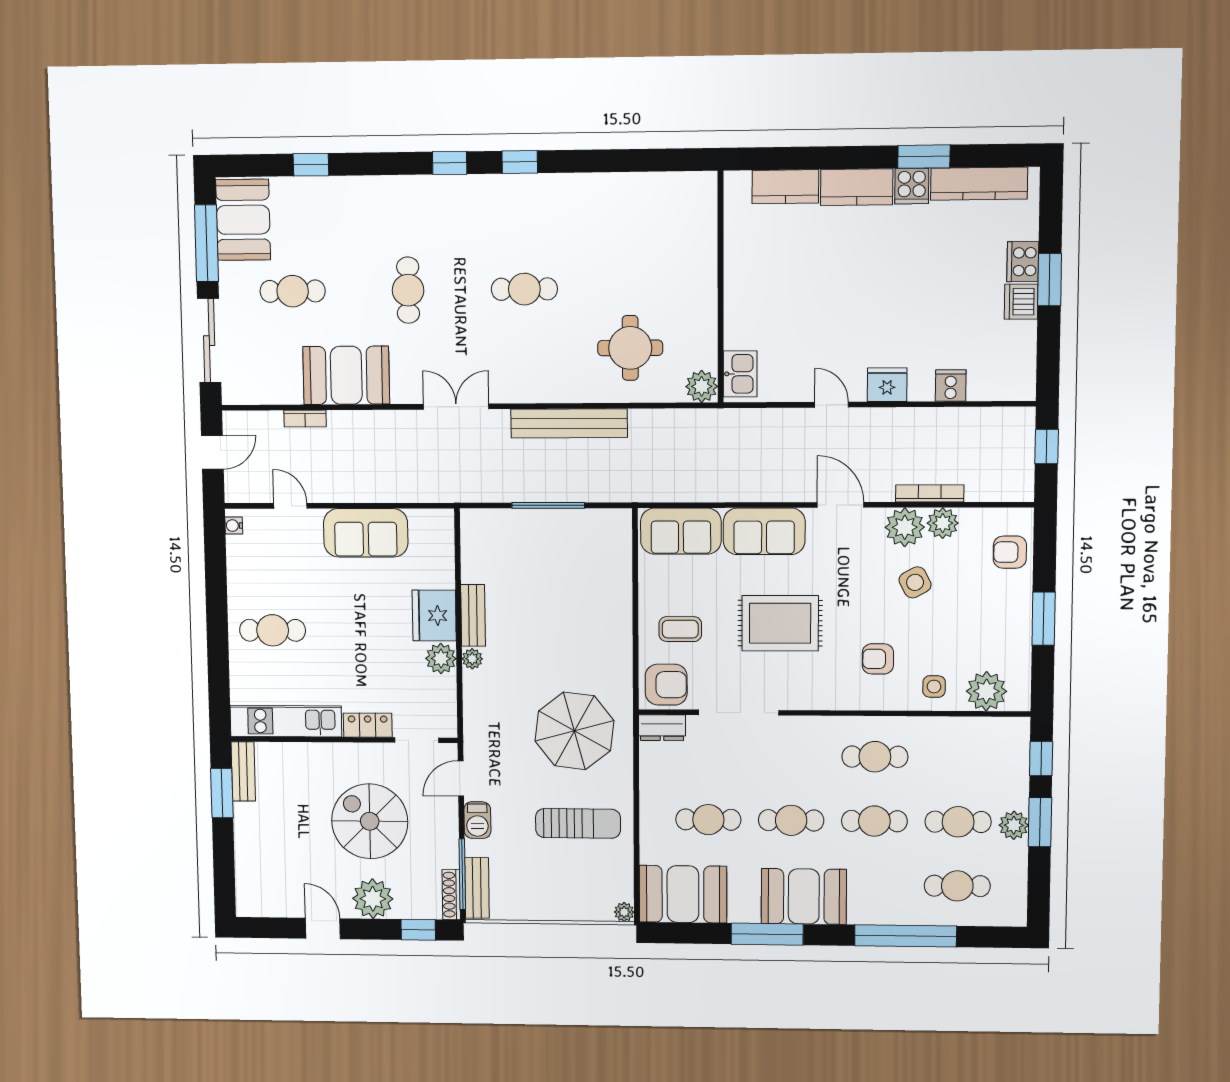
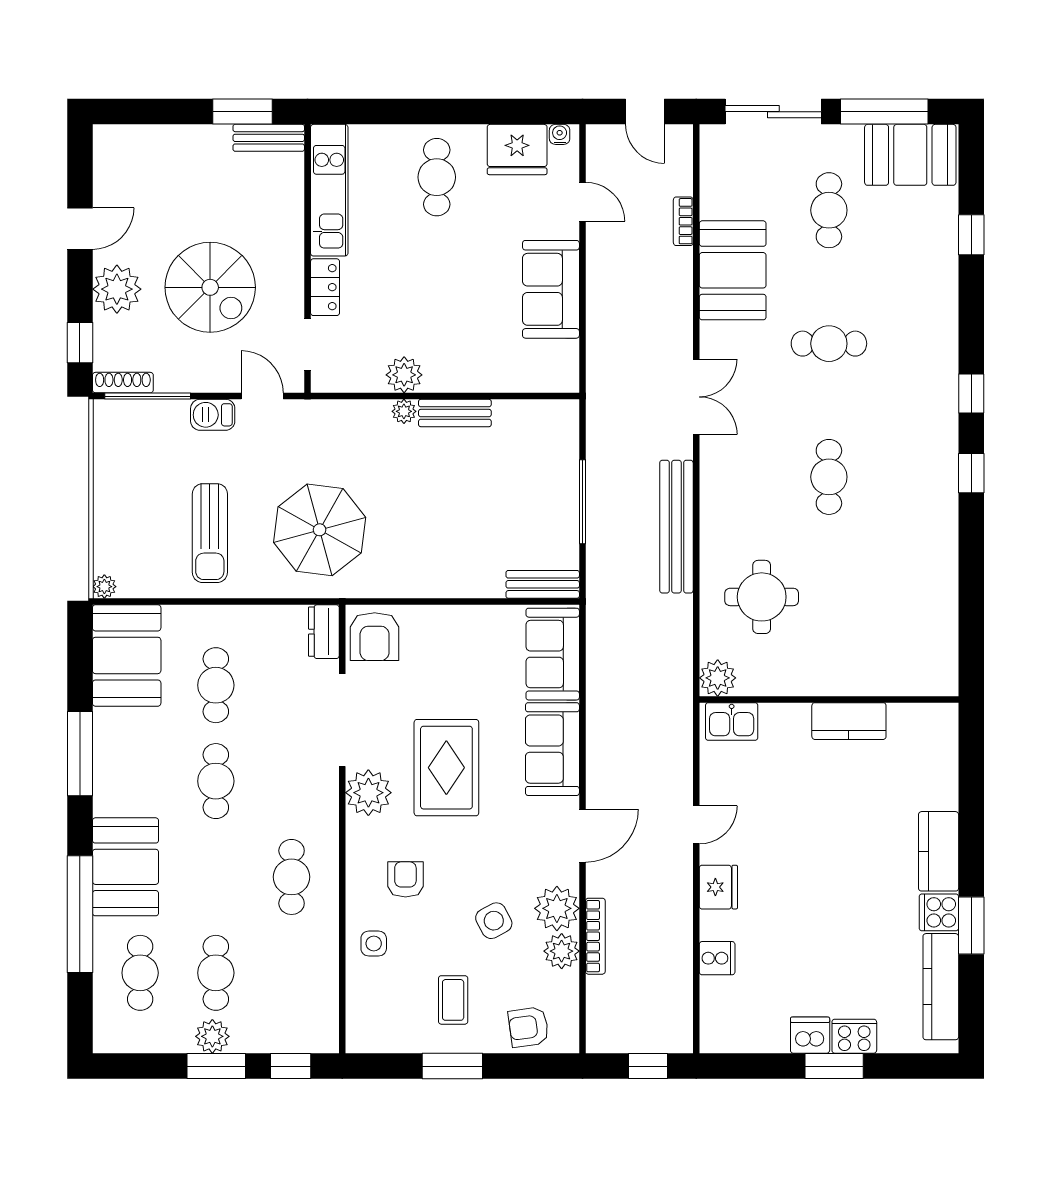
kitchen counter: (785, 187) -> (849, 721), moved, turned -90
door: (290, 506) -> (582, 202), hinge flipped
armchair: (1010, 552) -> (528, 1027), turned -98
fridge: (434, 616) -> (517, 149), moved, turned 180
coffee table: (680, 629) -> (453, 1000), moved
plant: (986, 691) -> (368, 793), moved
spiral stairs: (370, 821) -> (210, 287), turned 90
cafe table: (874, 821) -> (216, 877), removed
bench: (477, 888) -> (543, 584), moved
booth: (804, 896) -> (126, 867), moved

